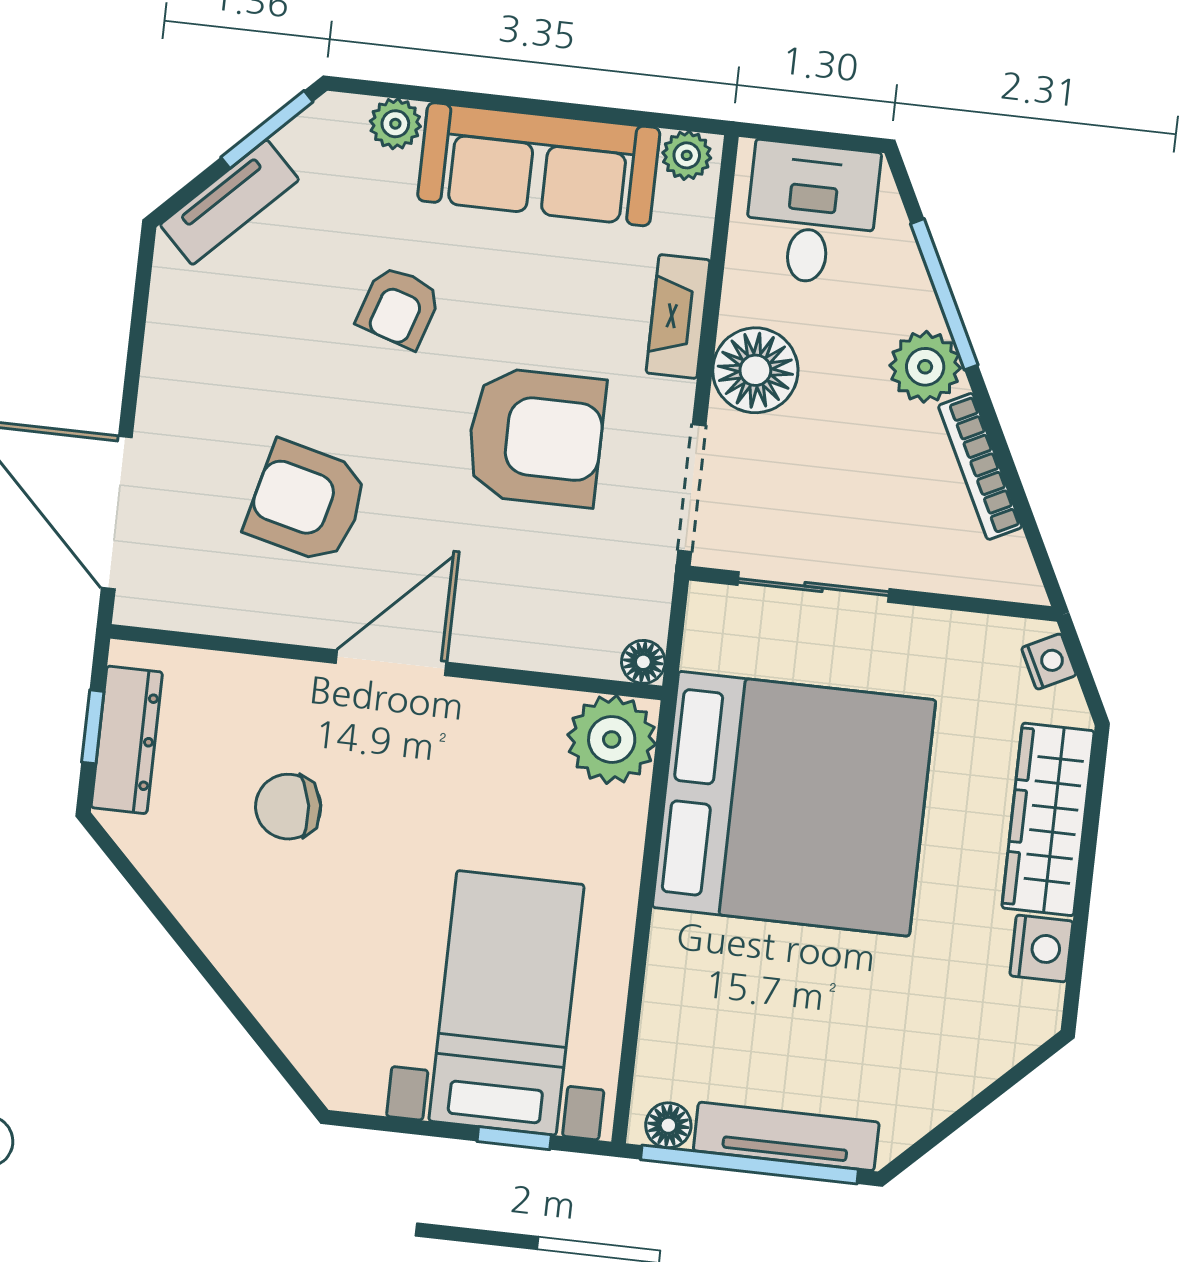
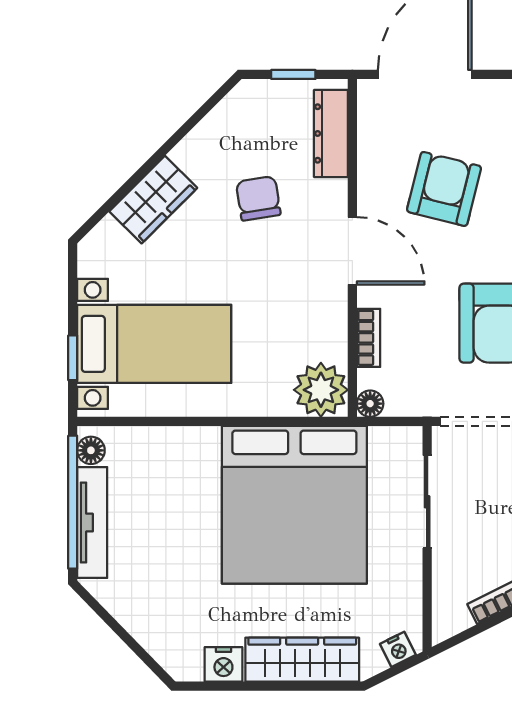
bookcase: (536, 652) -> (369, 338), added
dresser: (127, 740) -> (331, 133), moved, turned 90
wardrobe: (271, 978) -> (153, 200), added

